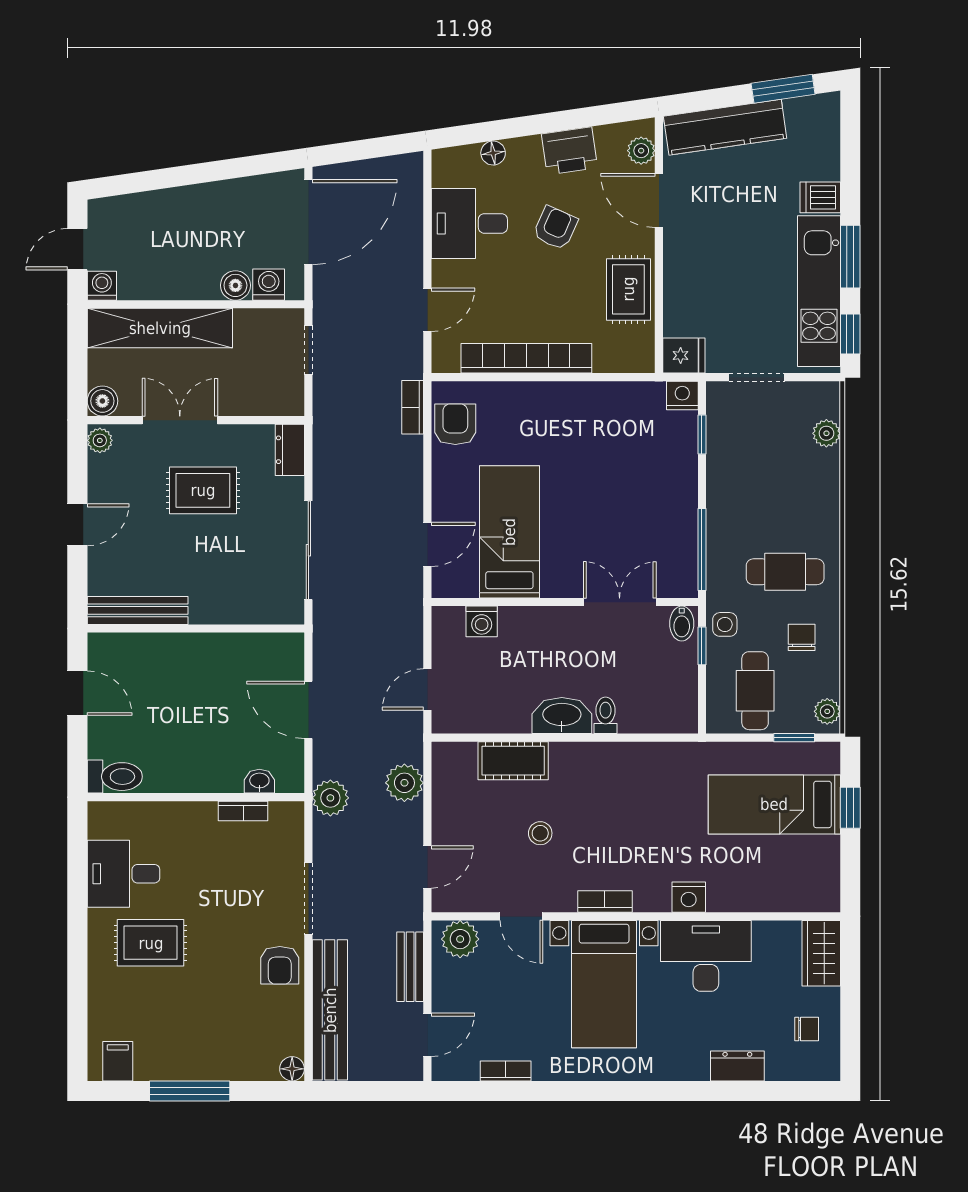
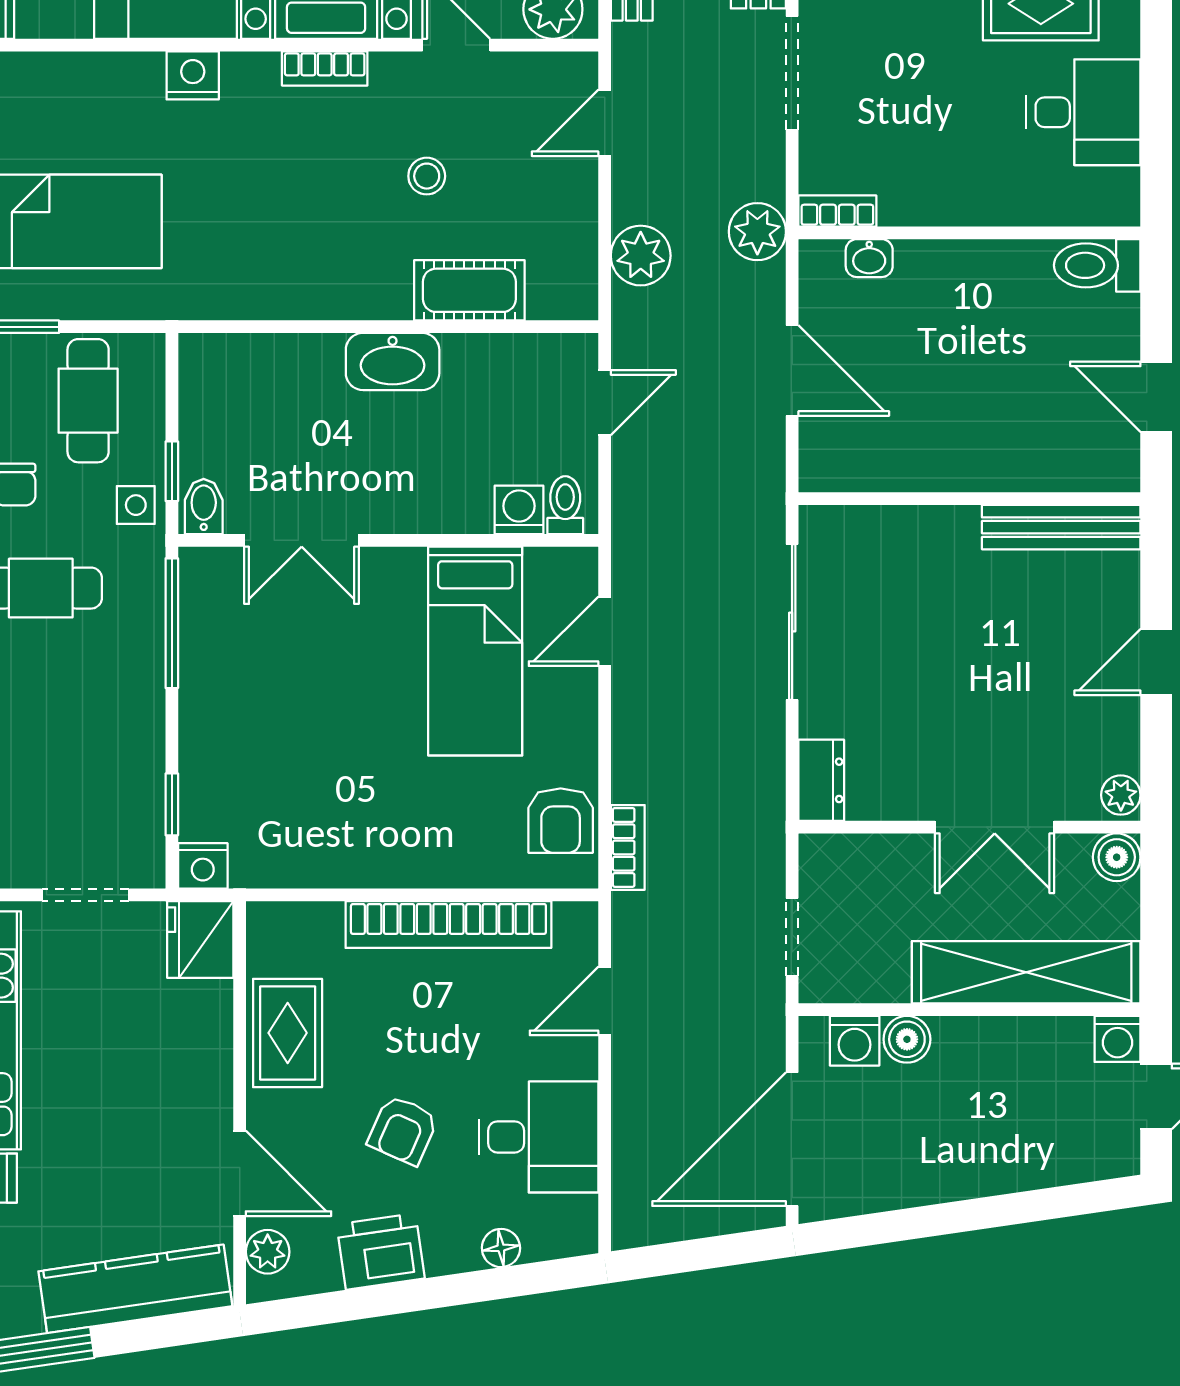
fridge: (684, 355) -> (200, 940), width x1.38
rug: (203, 490) -> (958, 716), removed
toilet: (605, 715) -> (565, 505), moved, turned 180
bookcase: (243, 811) -> (837, 211), moved

